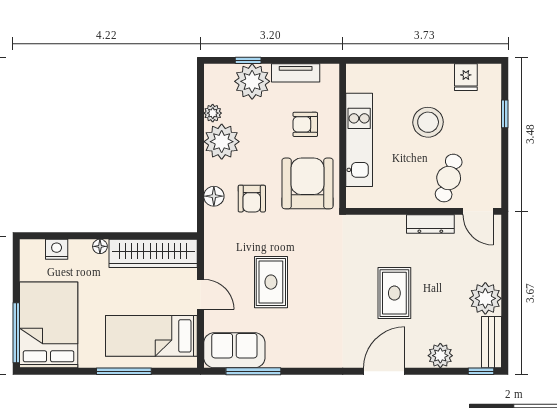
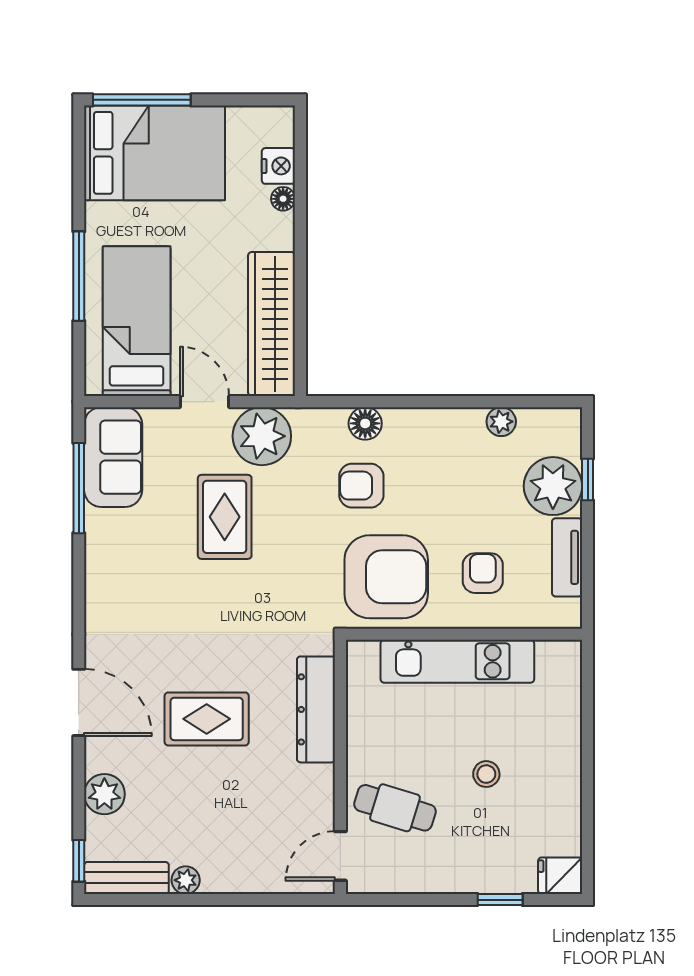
fridge: (466, 77) -> (560, 876), moved
stool: (428, 122) -> (486, 774), width x0.53, depth x0.53
plant: (222, 142) -> (262, 436), moved
dresser: (430, 224) -> (316, 709), moved, width x1.37, depth x1.24
floor lamp: (100, 246) -> (283, 199), moved
rug: (271, 282) -> (225, 517), turned 90
door: (200, 294) -> (204, 402), swing flipped
plant: (485, 298) -> (186, 880), width x0.53, depth x0.53

